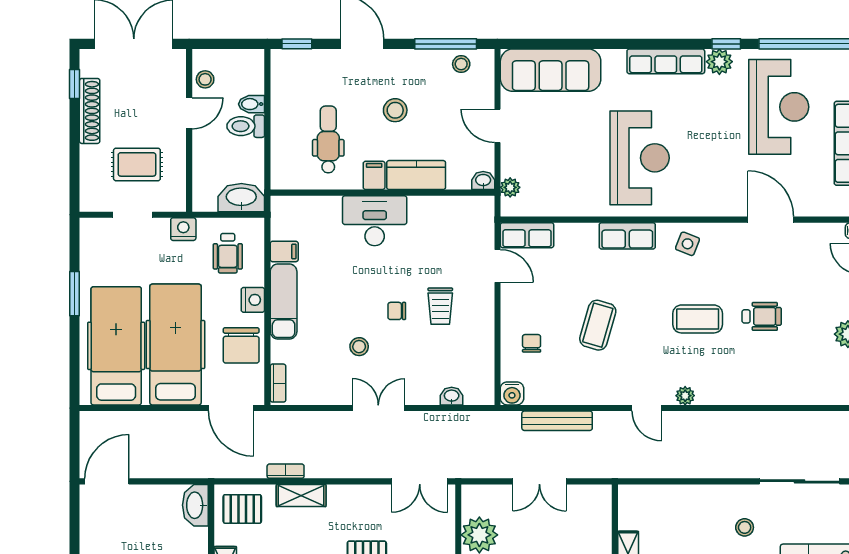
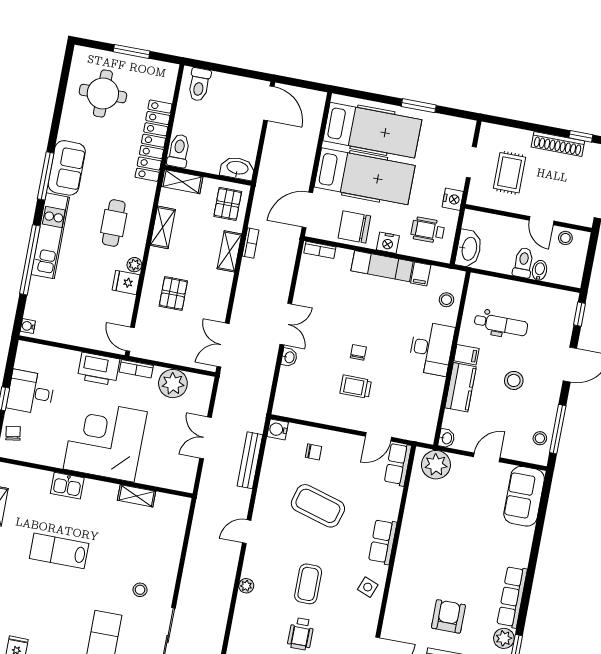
sofa: (551, 70) -> (524, 496), width x0.73
armchair: (705, 136) -> (448, 616), added
reception desk: (640, 158) -> (441, 563), removed
plant: (510, 187) -> (436, 465), width x1.88, depth x1.88
coffee table: (598, 325) -> (318, 506), width x1.36, depth x1.32
stool: (359, 347) -> (446, 300), moved
washbasin: (452, 396) -> (289, 357), moved
plant: (685, 396) -> (246, 586), moved

